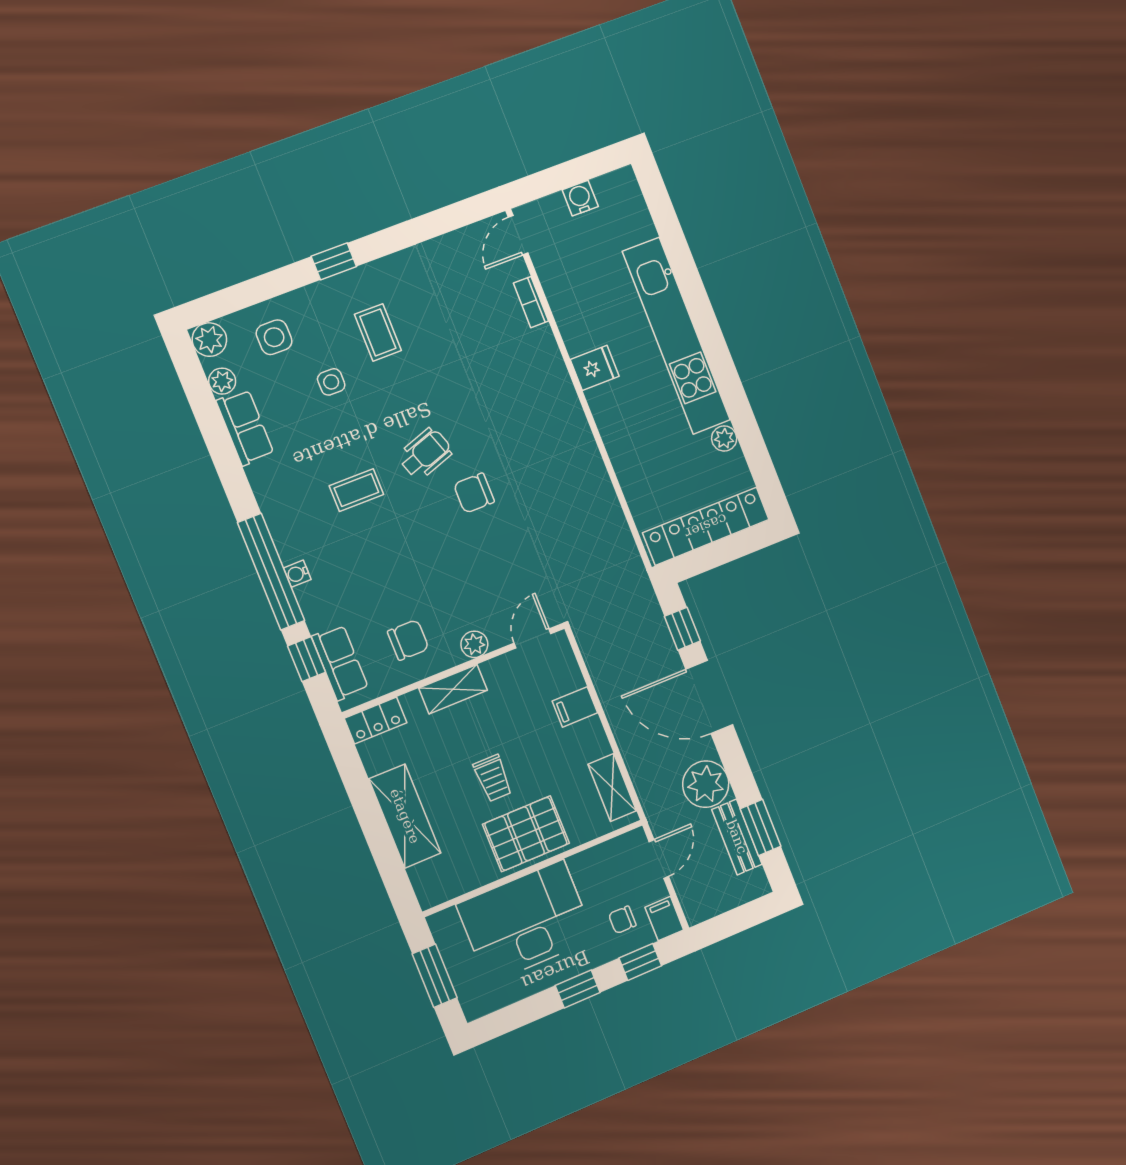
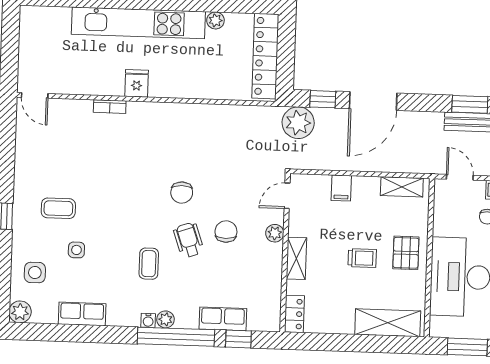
water cooler: (580, 198) -> (28, 46), removed
bookcase: (531, 302) -> (110, 107), moved
plant: (222, 381) -> (165, 319), moved
wheelchair: (425, 454) -> (189, 240), moved
water cooler: (297, 574) -> (148, 320), moved
door: (533, 638) -> (287, 196), hinge flipped
chair: (408, 640) -> (226, 232), moved
row of seats: (340, 663) -> (223, 319), moved
plant: (706, 784) -> (298, 123), moved
shelving: (405, 816) -> (388, 323), moved
pallet: (526, 834) -> (406, 253), width x0.67, depth x0.71

